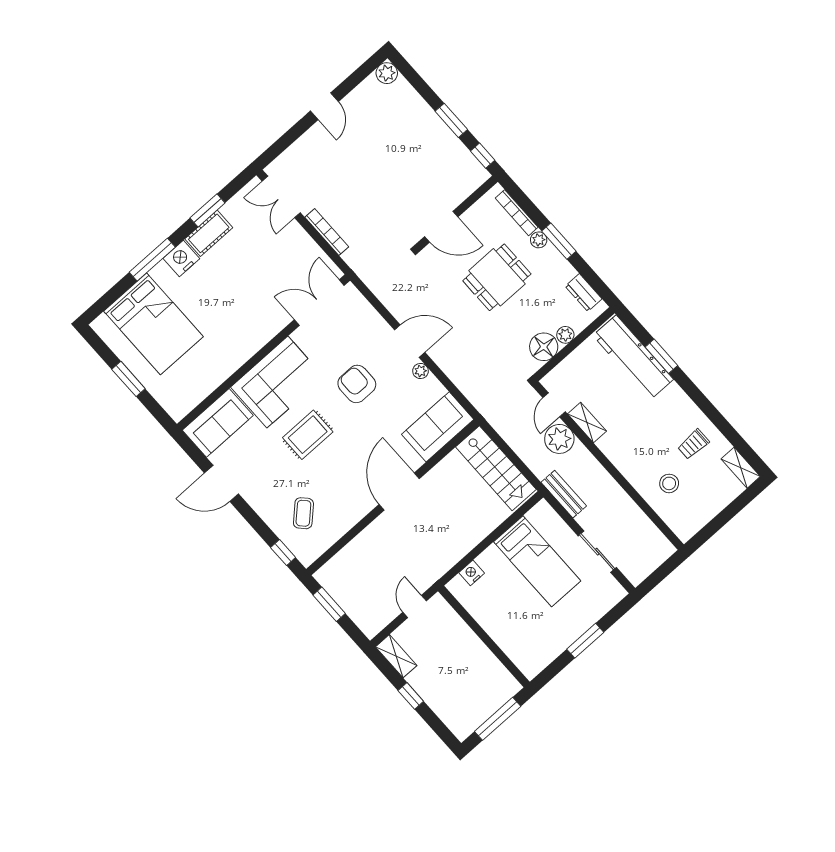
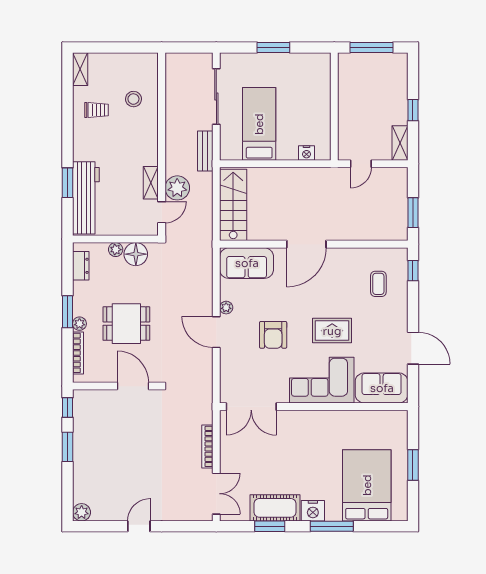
cot: (209, 233) -> (275, 508), width x1.37, depth x1.34
coffee table: (303, 513) -> (378, 284), turned -46
sliding door: (597, 552) -> (216, 96), width x1.37

